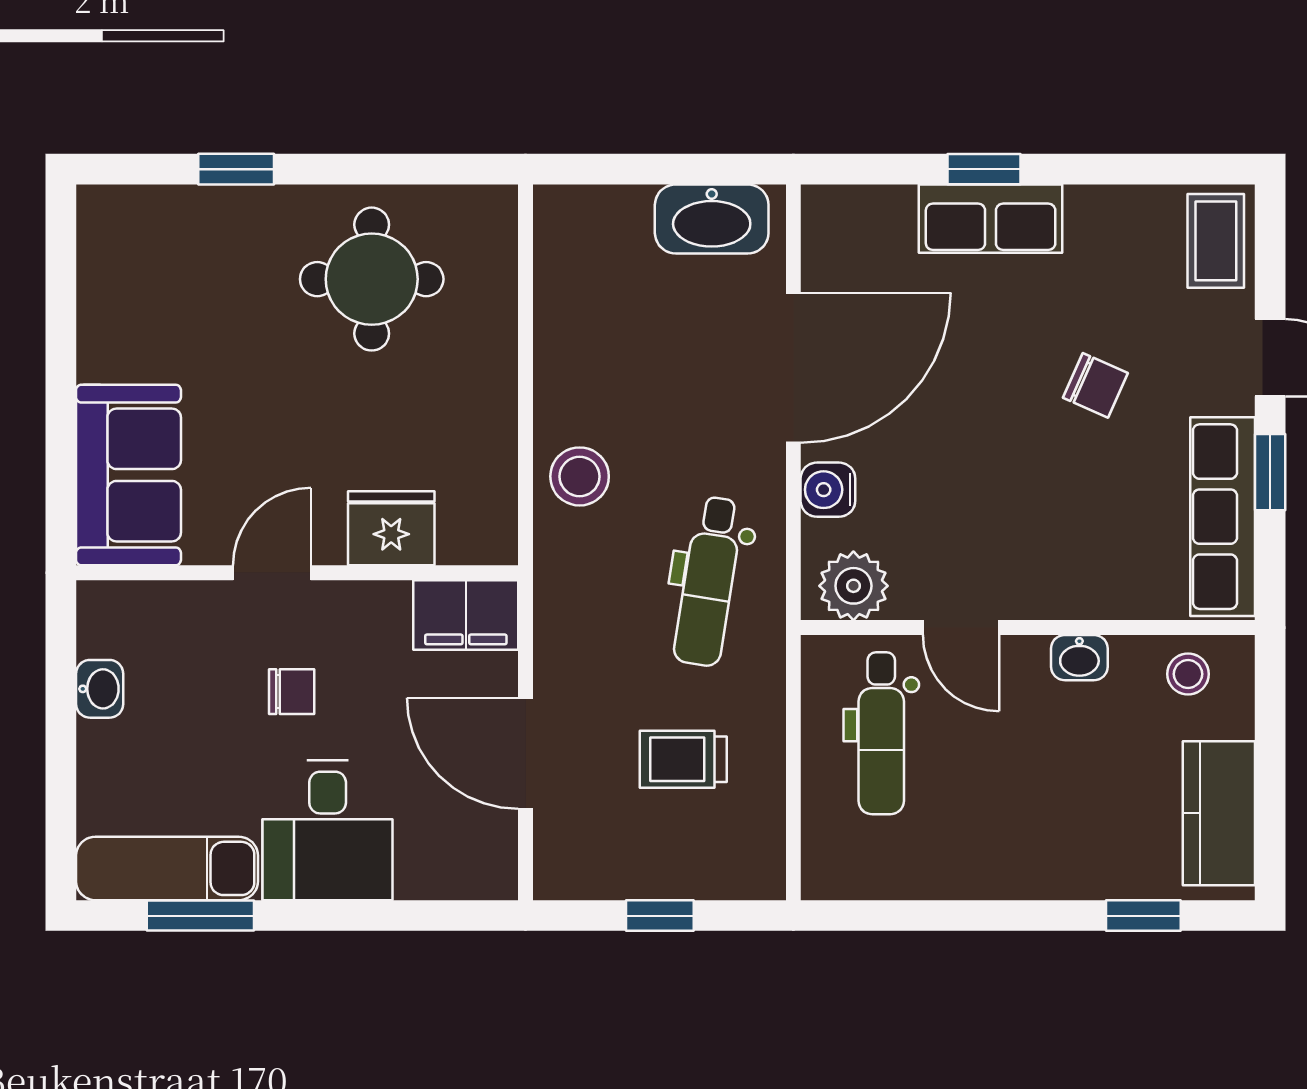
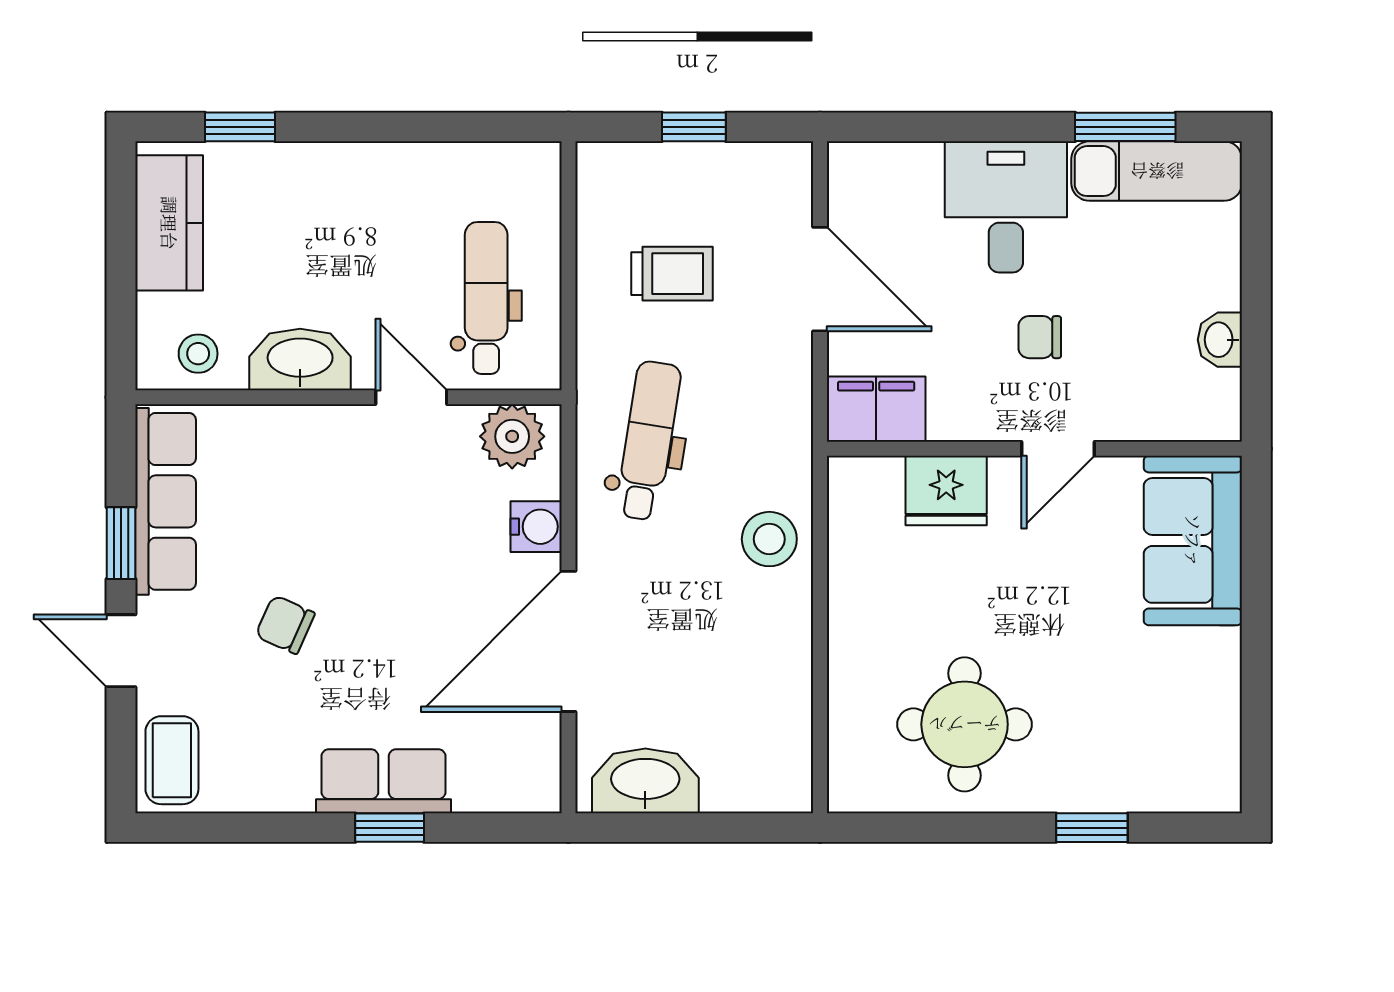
washbasin: (1079, 658) -> (300, 359), width x1.91, depth x1.45

